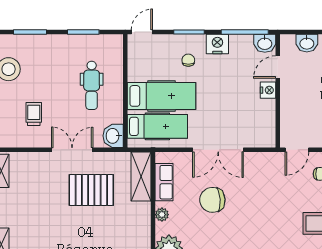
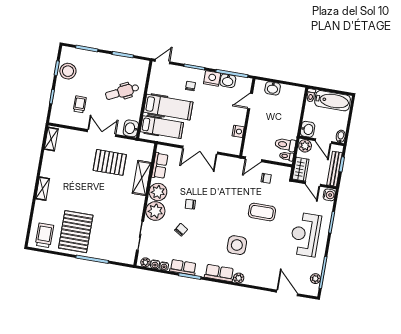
washbasin: (265, 43) -> (228, 81), moved
dental chair: (92, 85) -> (122, 92), turned 64
nightstand: (268, 90) -> (238, 131), moved
shelving: (141, 177) -> (142, 178), moved
chair: (212, 200) -> (190, 204), moved, width x0.54, depth x0.54
plant: (162, 215) -> (158, 192), width x1.88, depth x1.88

